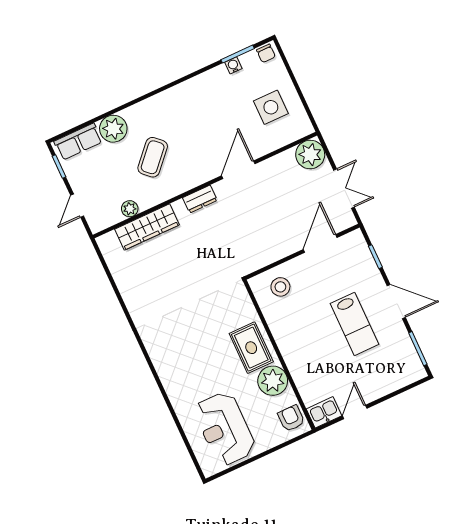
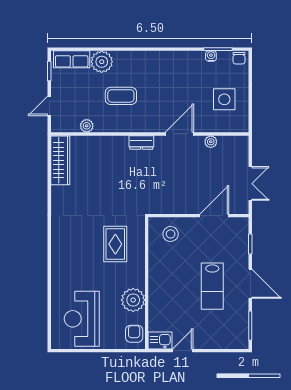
plant: (310, 154) -> (211, 142), moved, width x0.53, depth x0.53
coffee table: (153, 157) -> (121, 96), turned 47
wardrobe: (147, 227) -> (60, 160), moved, turned -90
rug: (251, 348) -> (115, 244), moved

